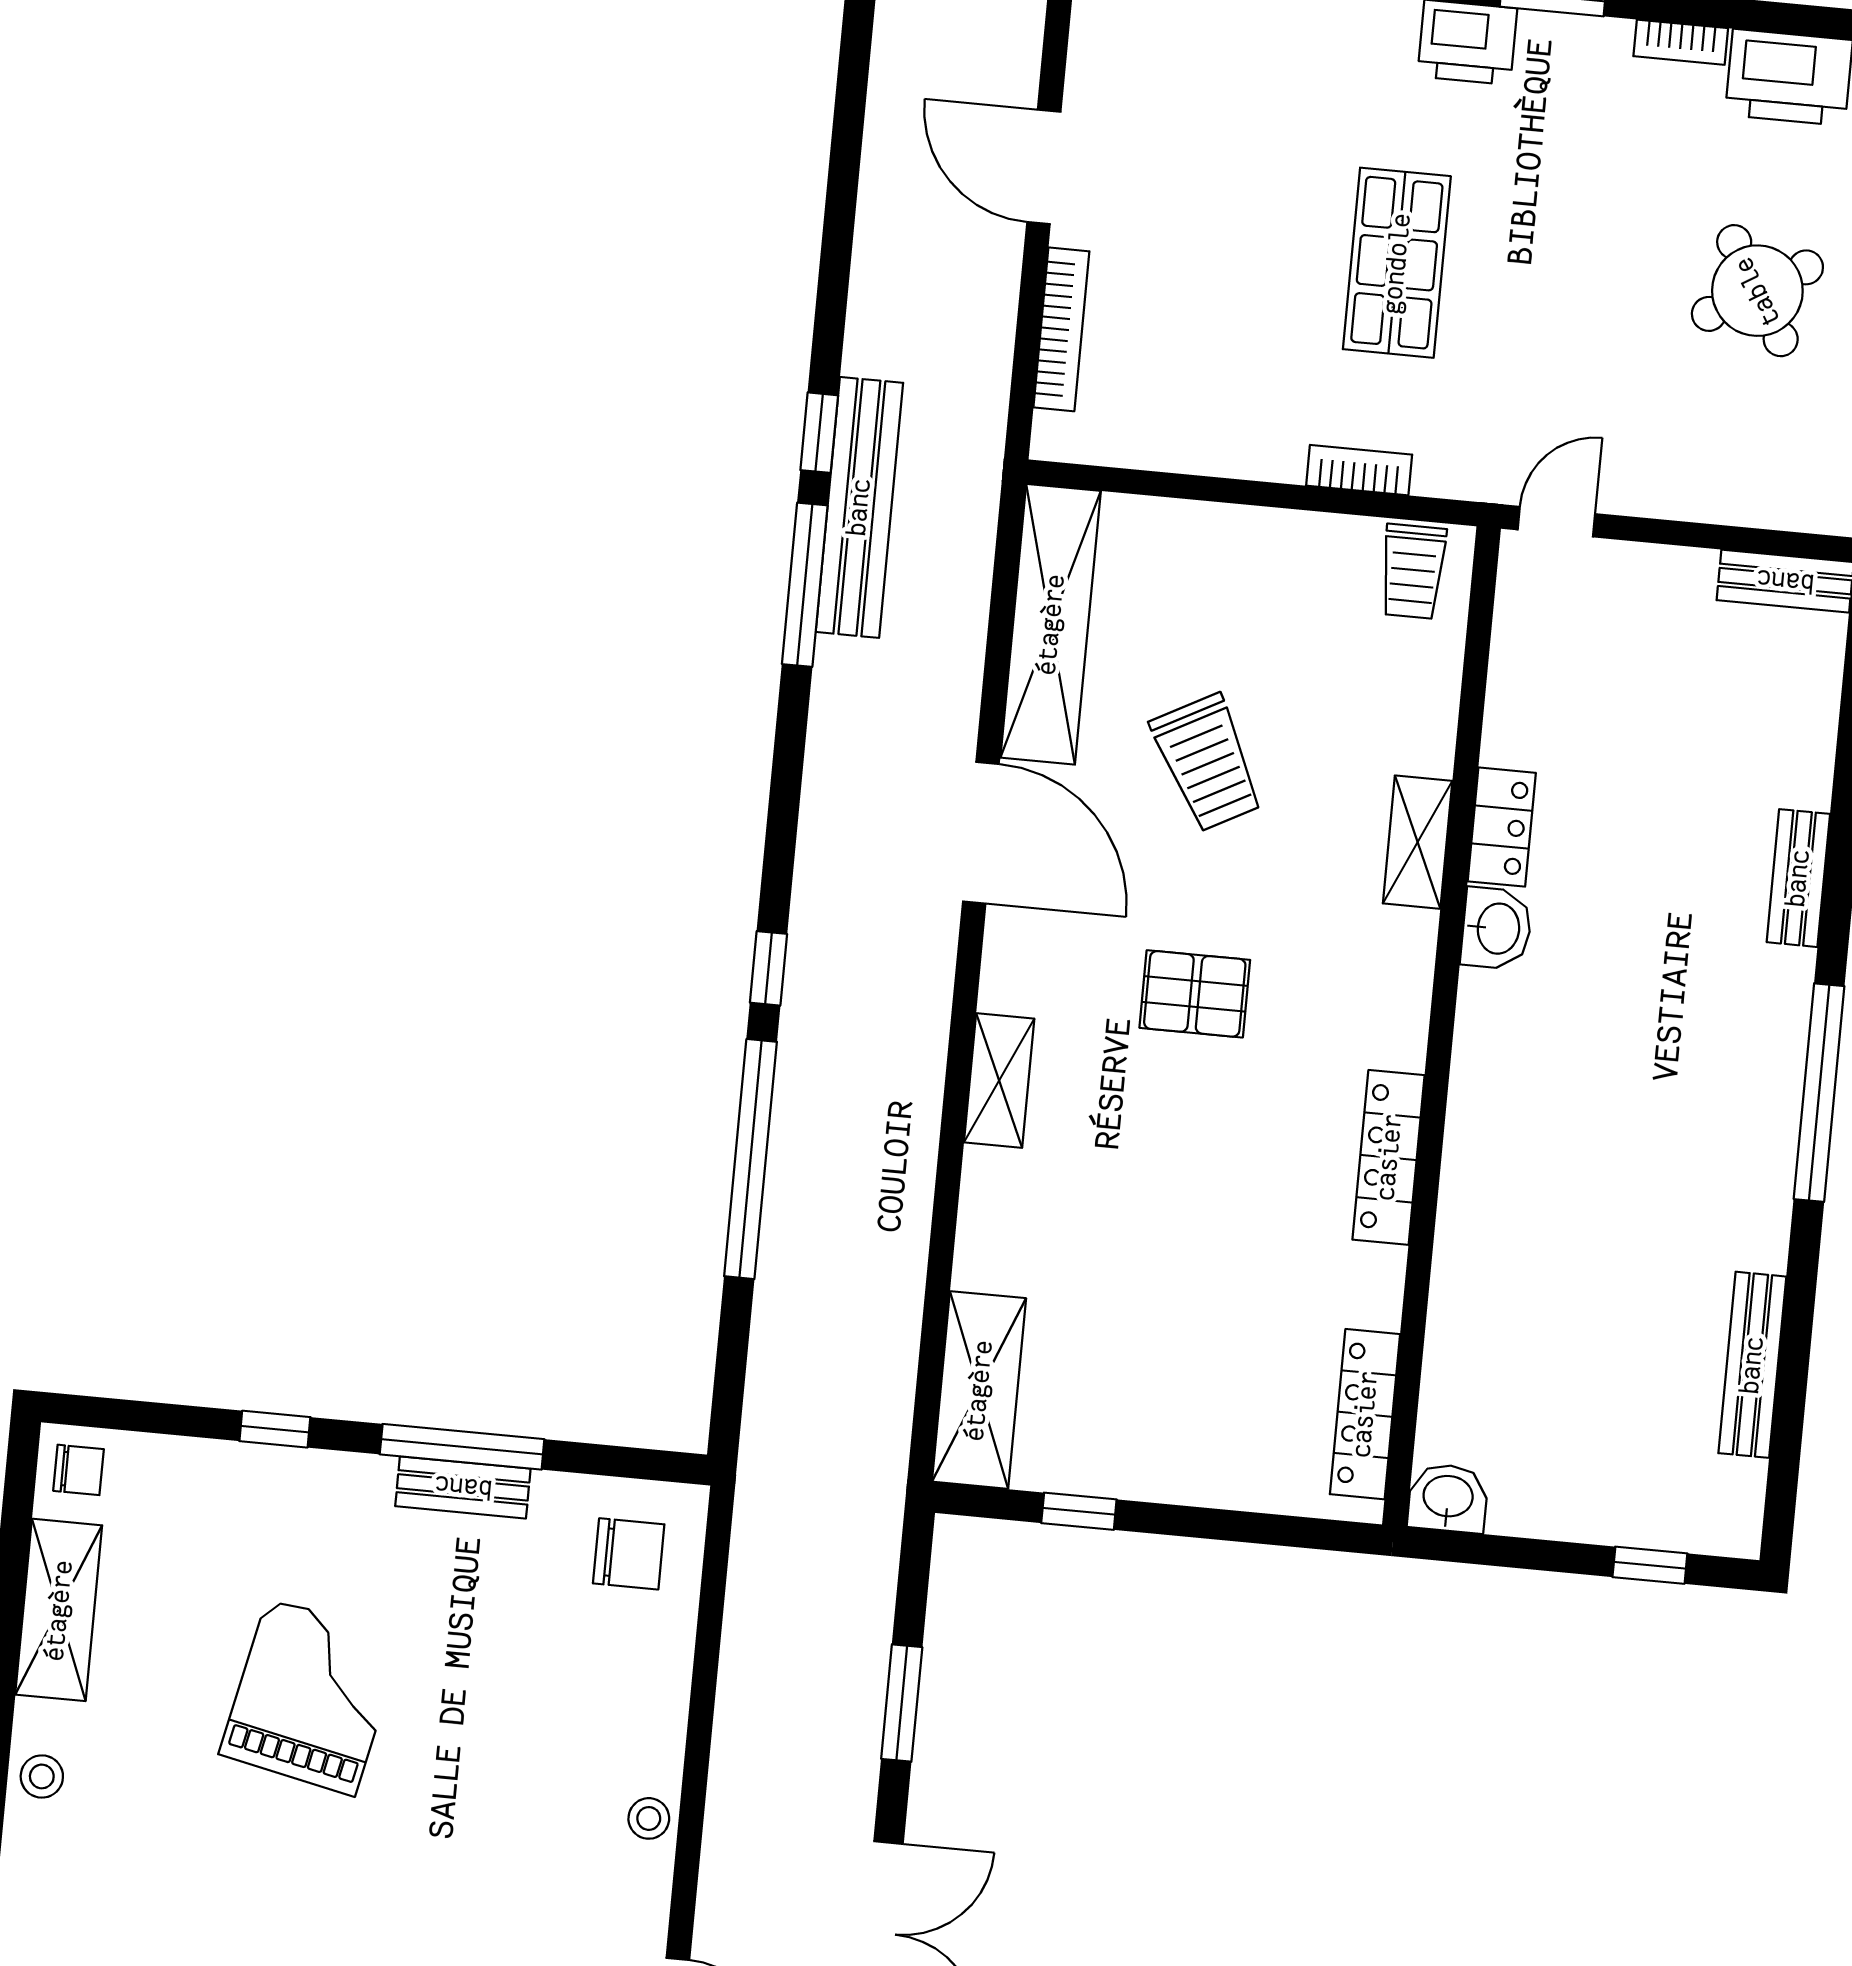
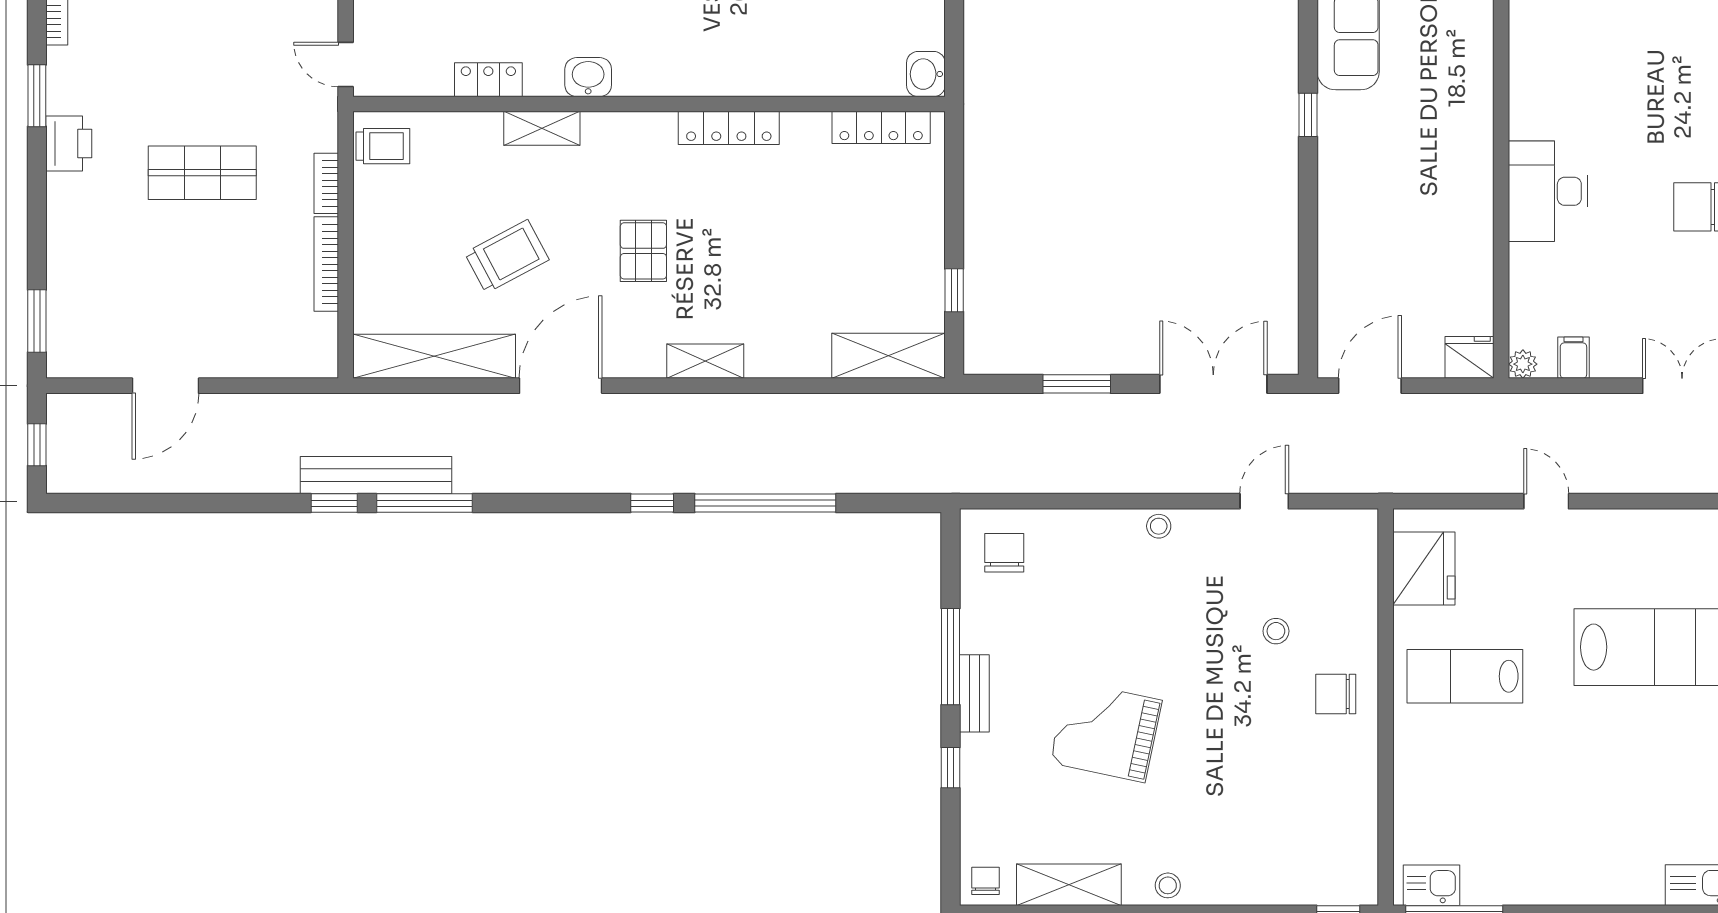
bookcase: (1061, 329) -> (326, 264), moved, turned -90
locker: (1502, 827) -> (488, 80), moved
bench: (463, 1487) -> (974, 693), moved

